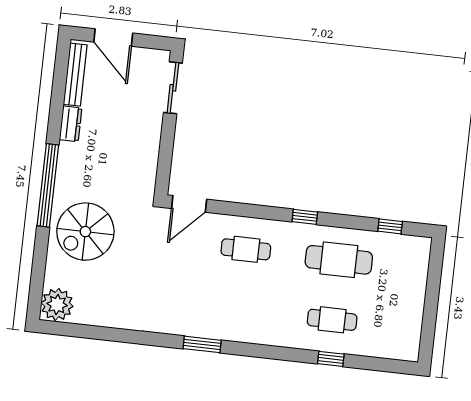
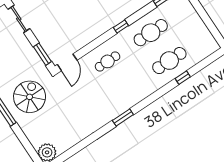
window: (164, 164) -> (42, 54), added
spiral stairs: (85, 232) -> (30, 97), moved, turned 180
cafe table: (332, 320) -> (169, 61), width x1.37, depth x1.35

